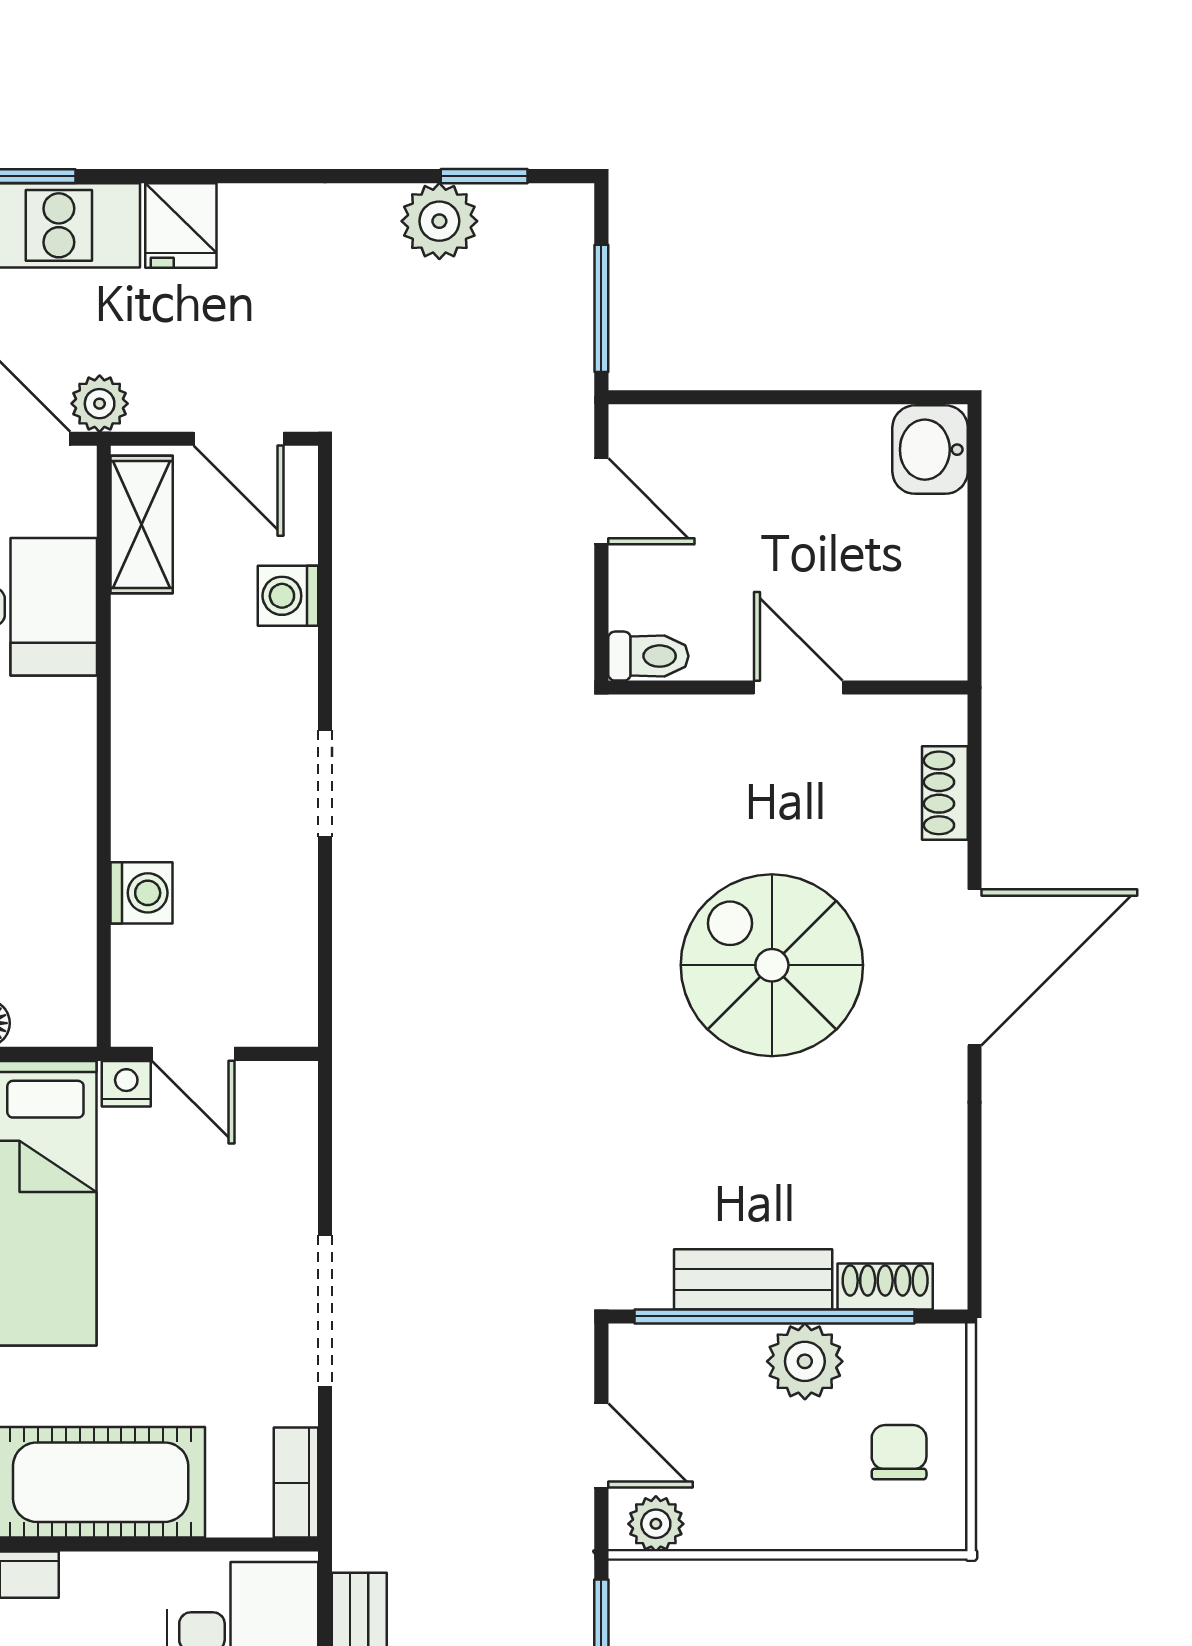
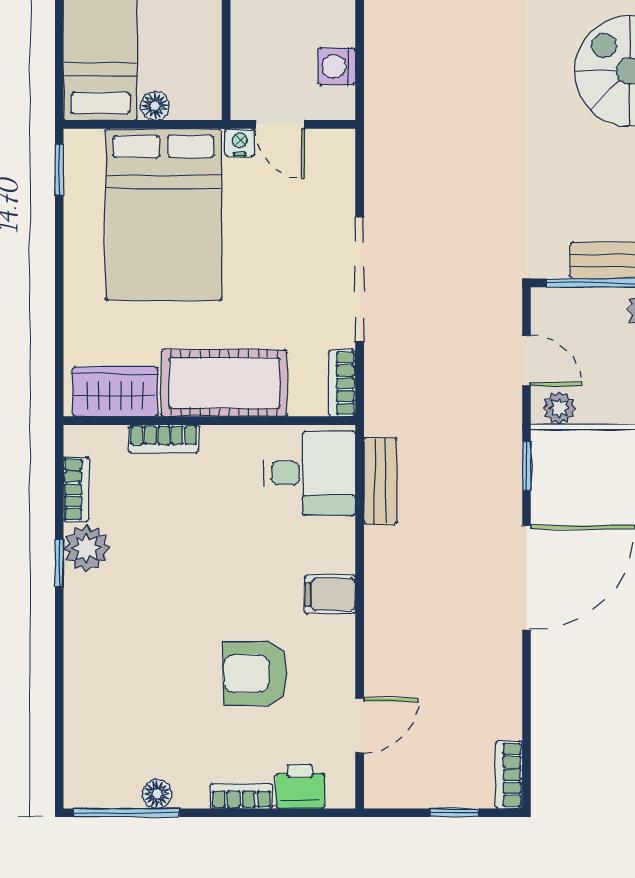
washing machine: (142, 893) -> (337, 66), moved, turned 180
doorway: (325, 1311) -> (360, 280), width x1.36

